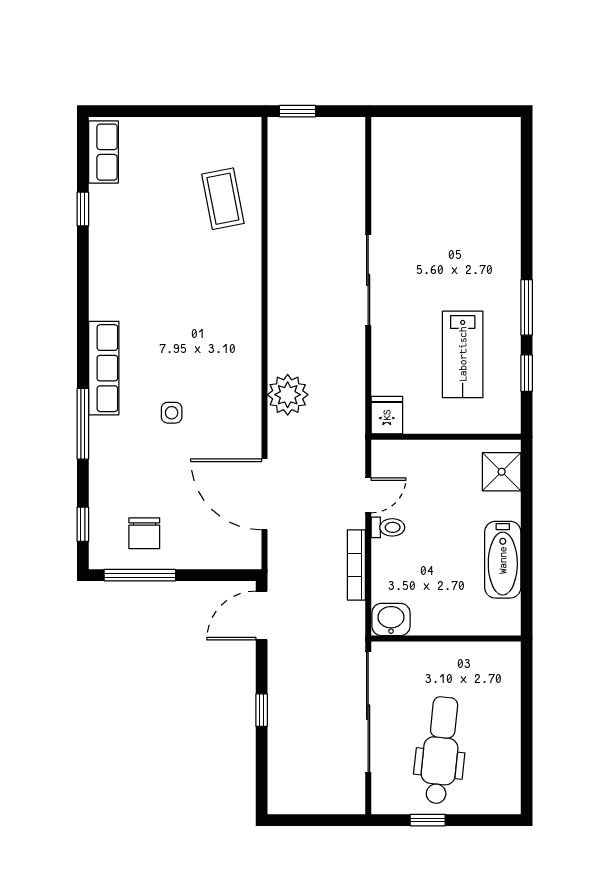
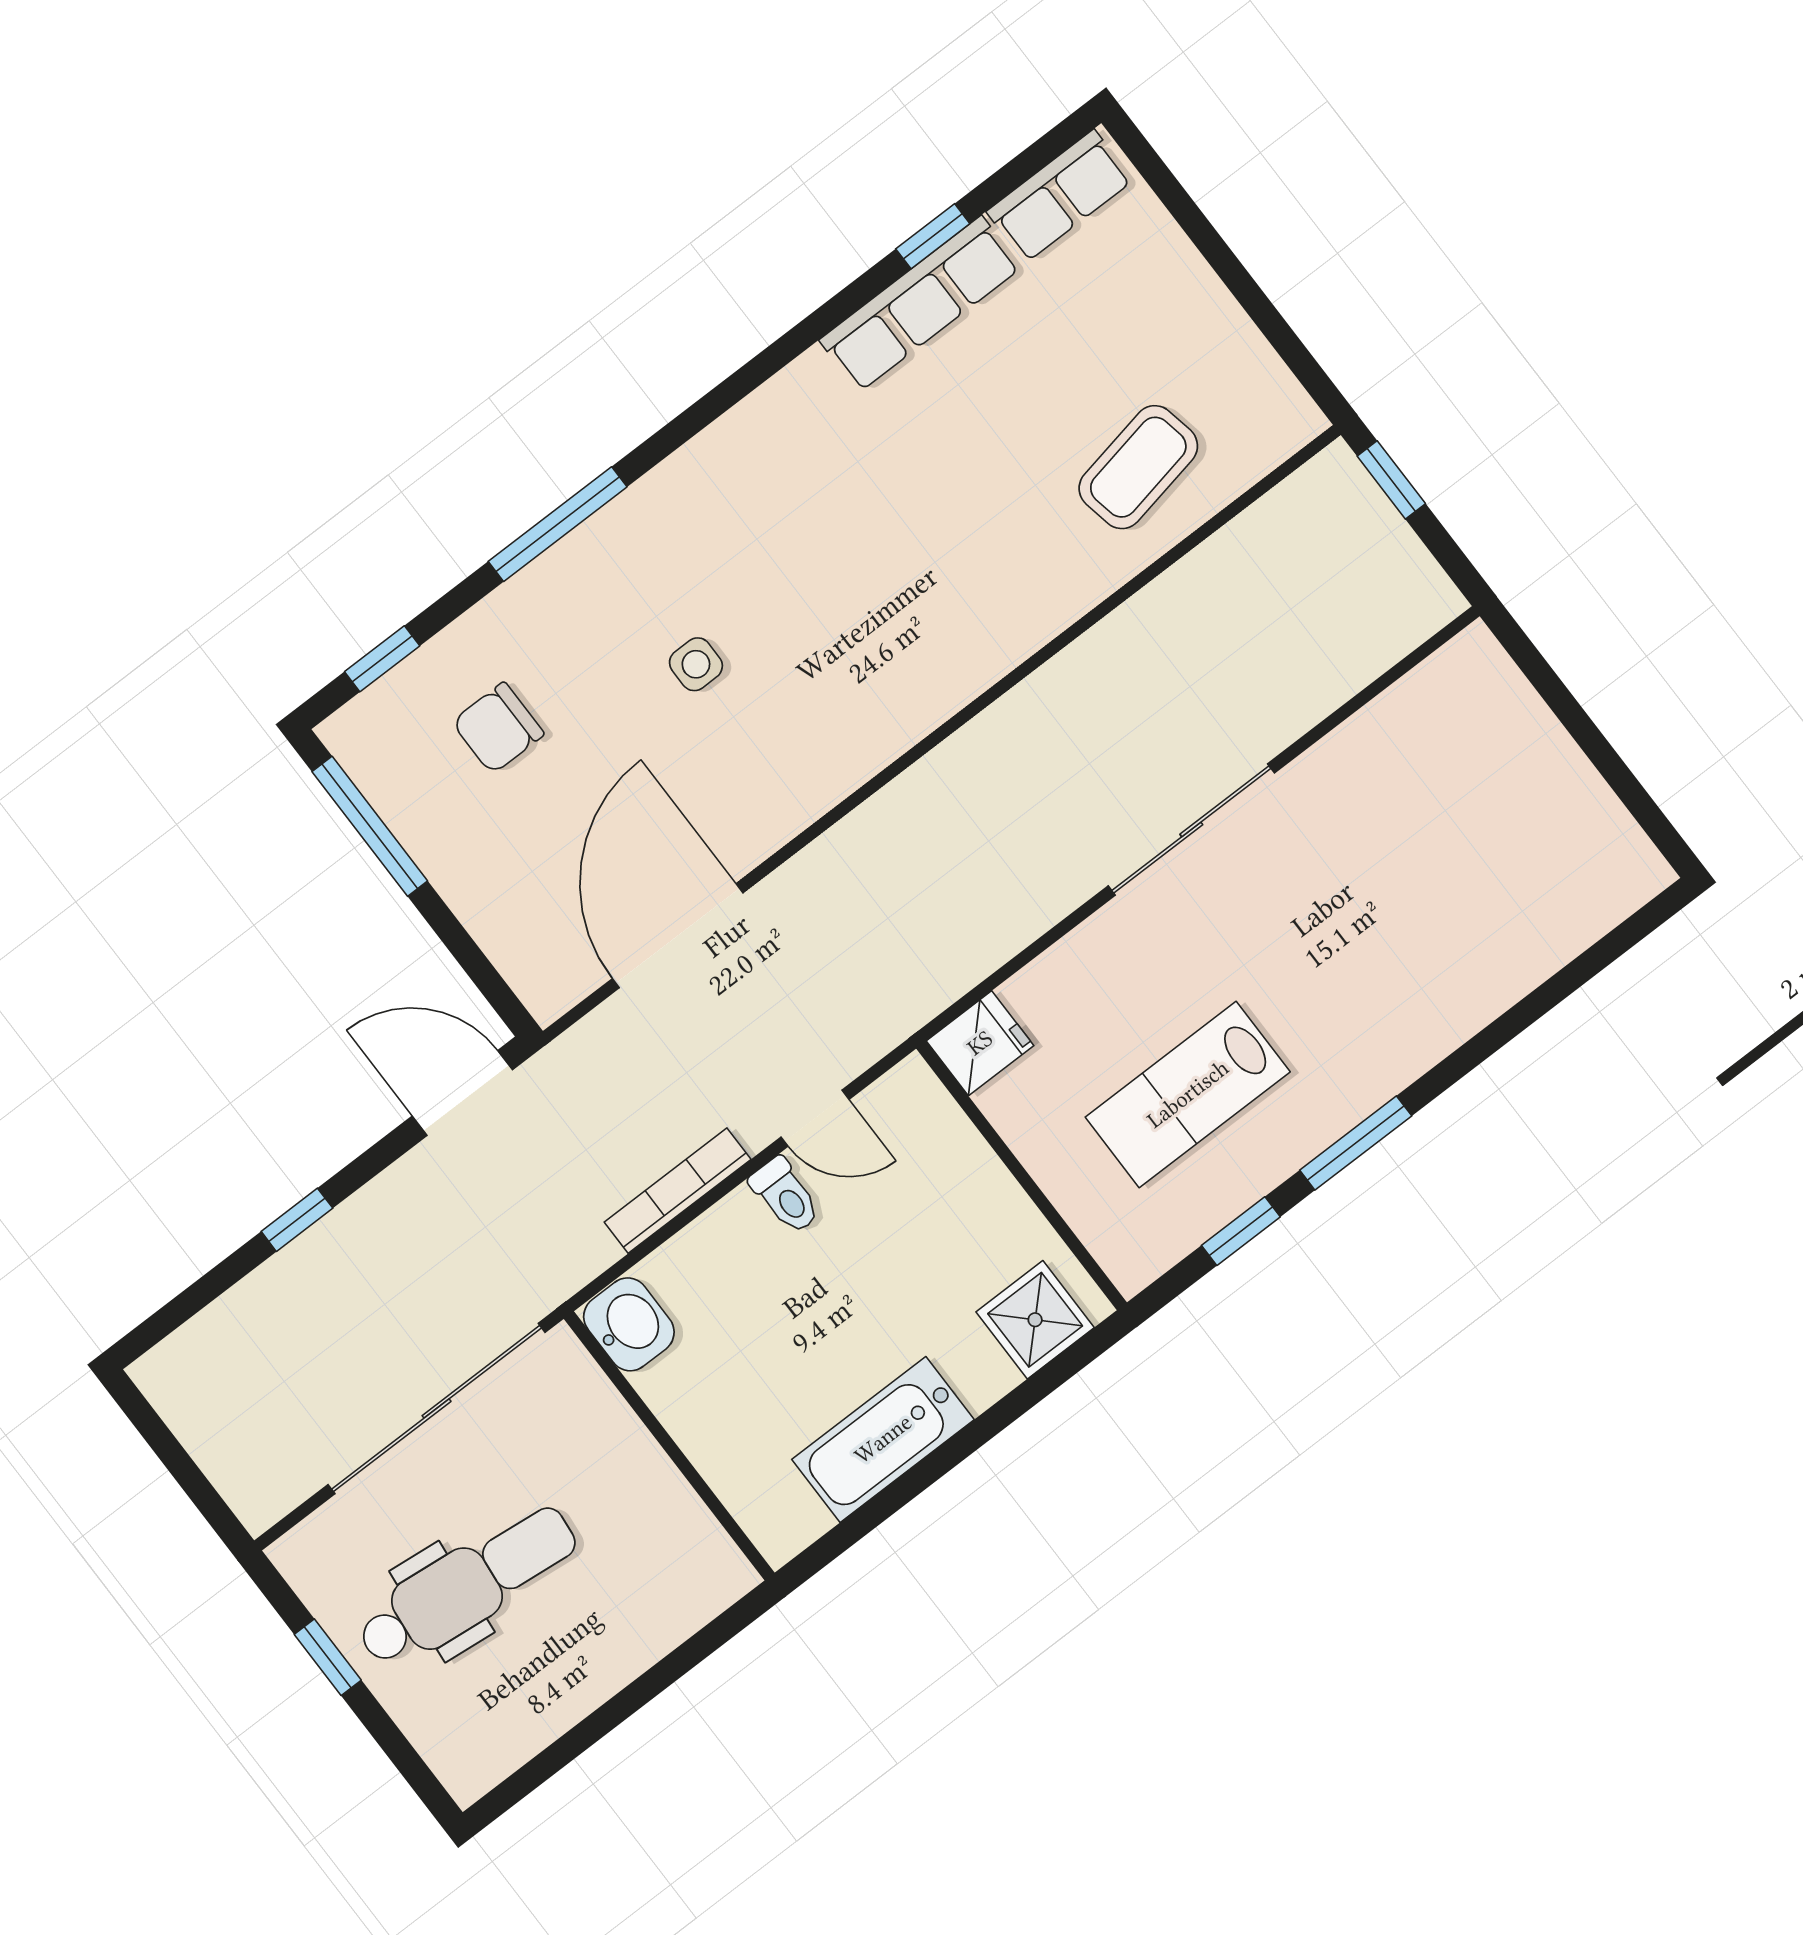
row of seats: (104, 368) -> (920, 304), moved
plant: (288, 395) -> (883, 843), removed
chair: (144, 533) -> (498, 728), moved

